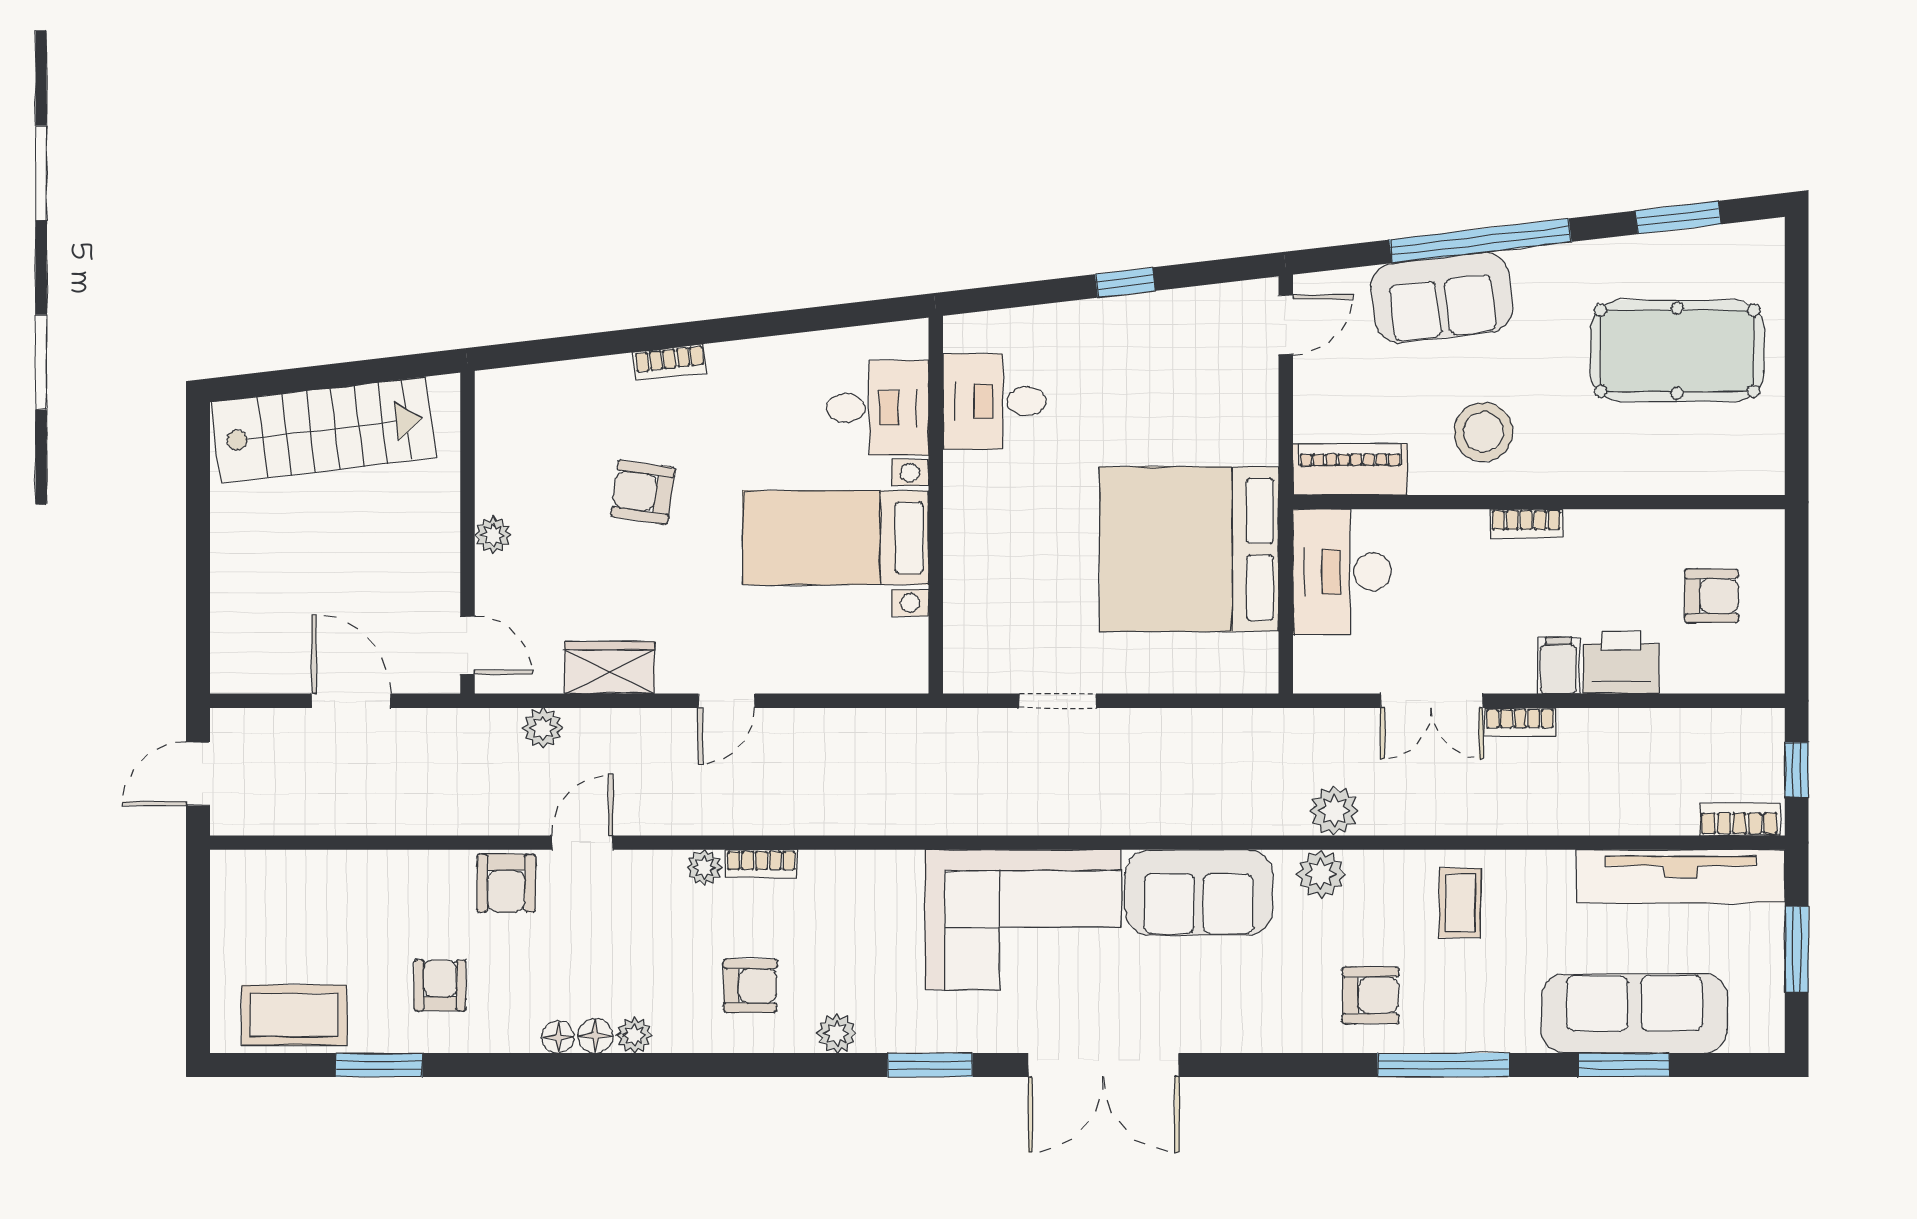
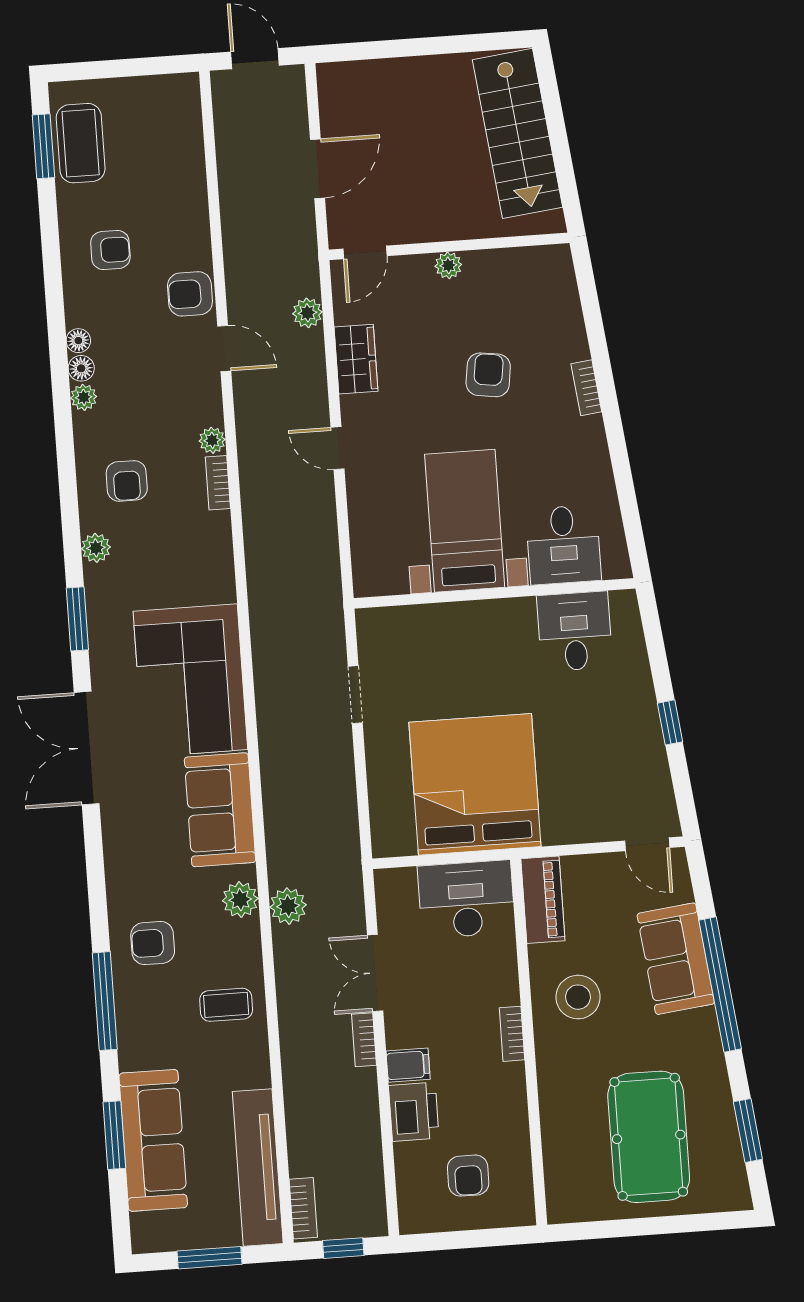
armchair: (1371, 995) -> (153, 943), turned 90
window: (379, 1065) -> (43, 146), moved

